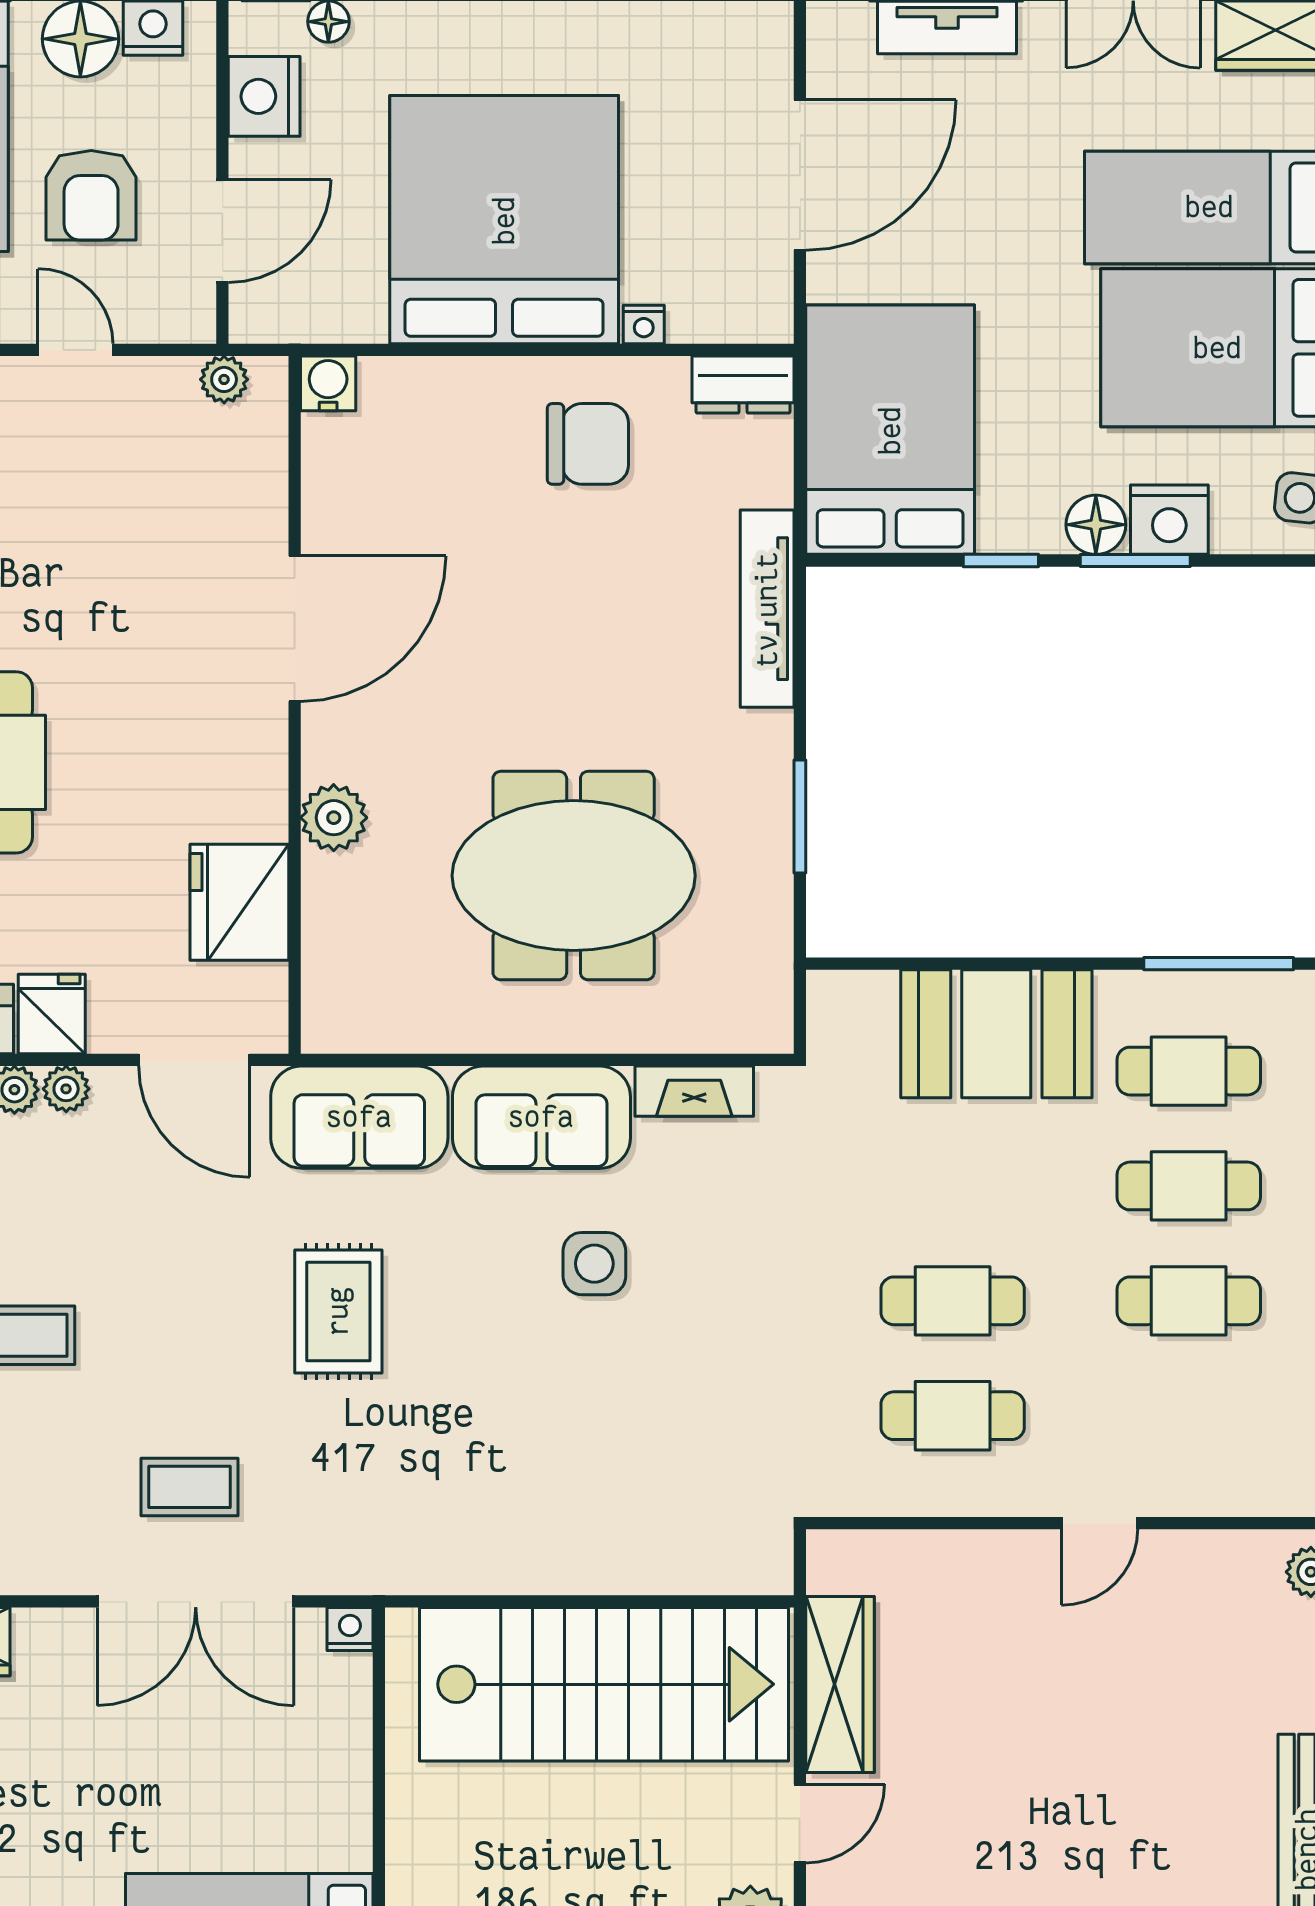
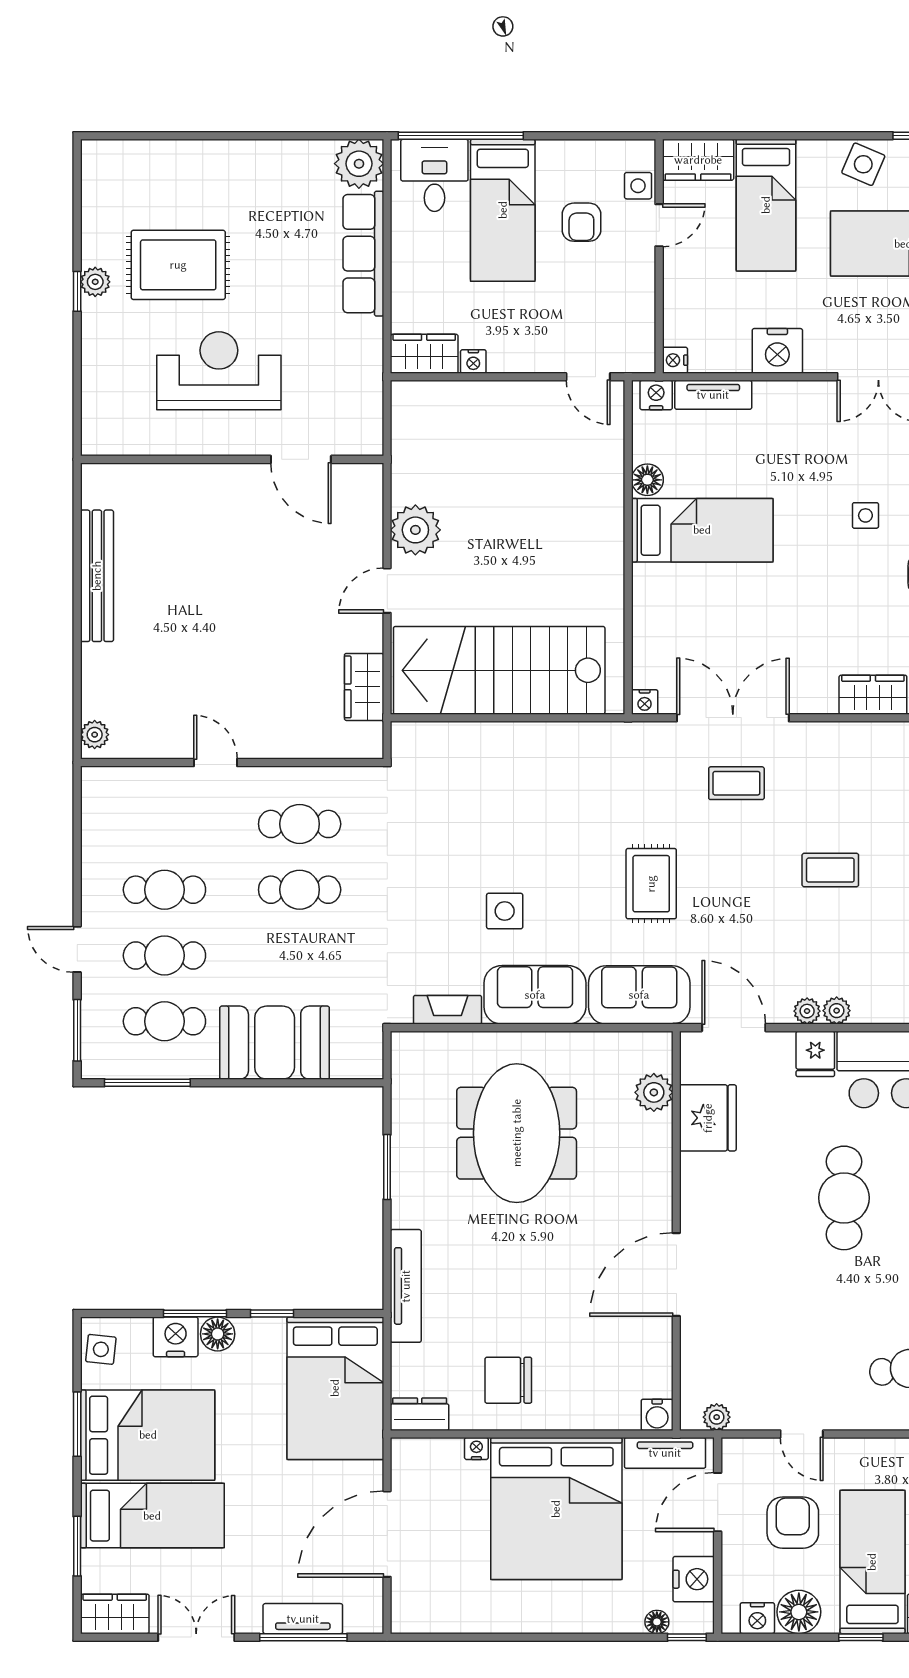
tv unit: (314, 317) -> (665, 1453), added
plant: (334, 818) -> (654, 1092), moved
meeting table: (574, 876) -> (517, 1133), turned 90
door: (1100, 1523) -> (215, 762), hinge flipped
wardrobe: (840, 1685) -> (364, 687), width x0.67

